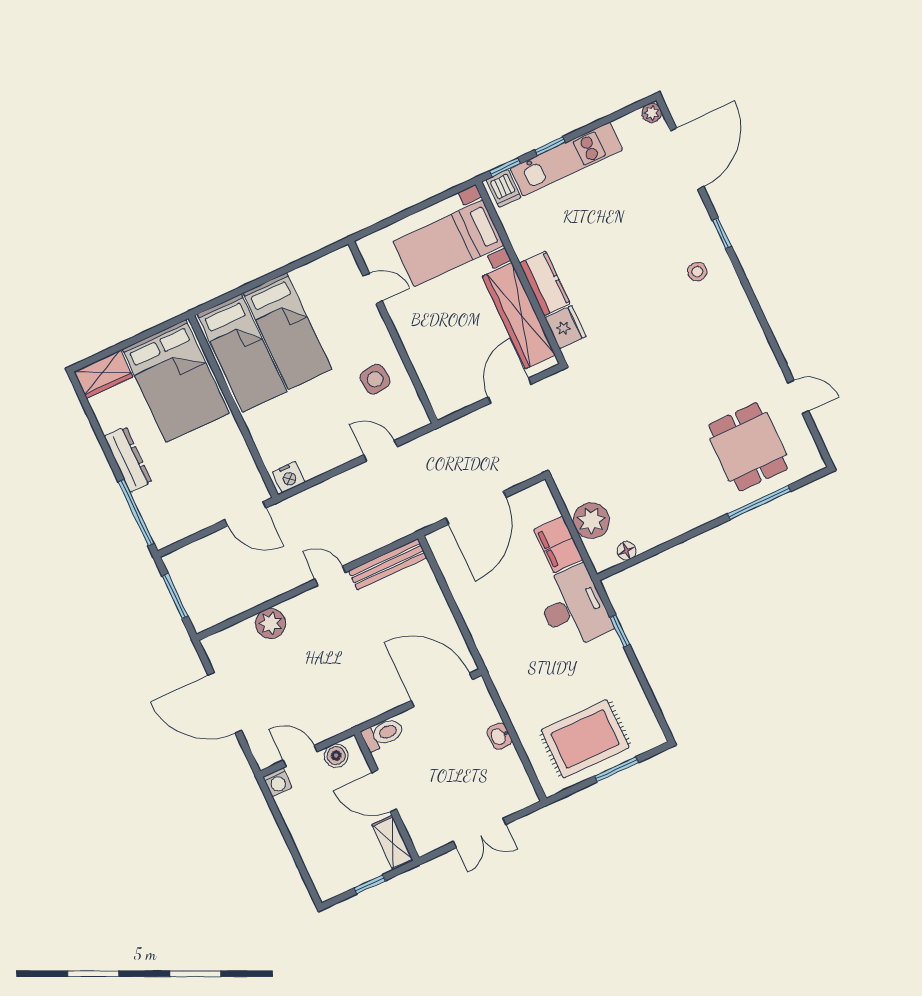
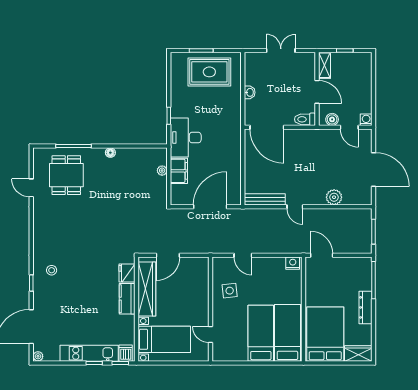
plant: (591, 521) -> (162, 171), width x0.53, depth x0.53
floor lamp: (627, 551) -> (110, 153), moved

